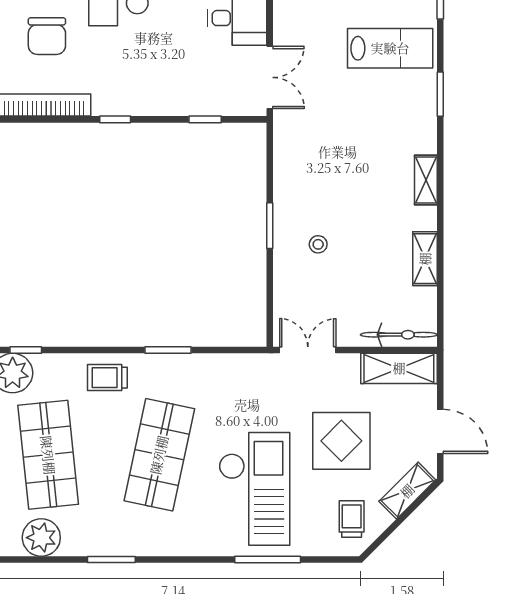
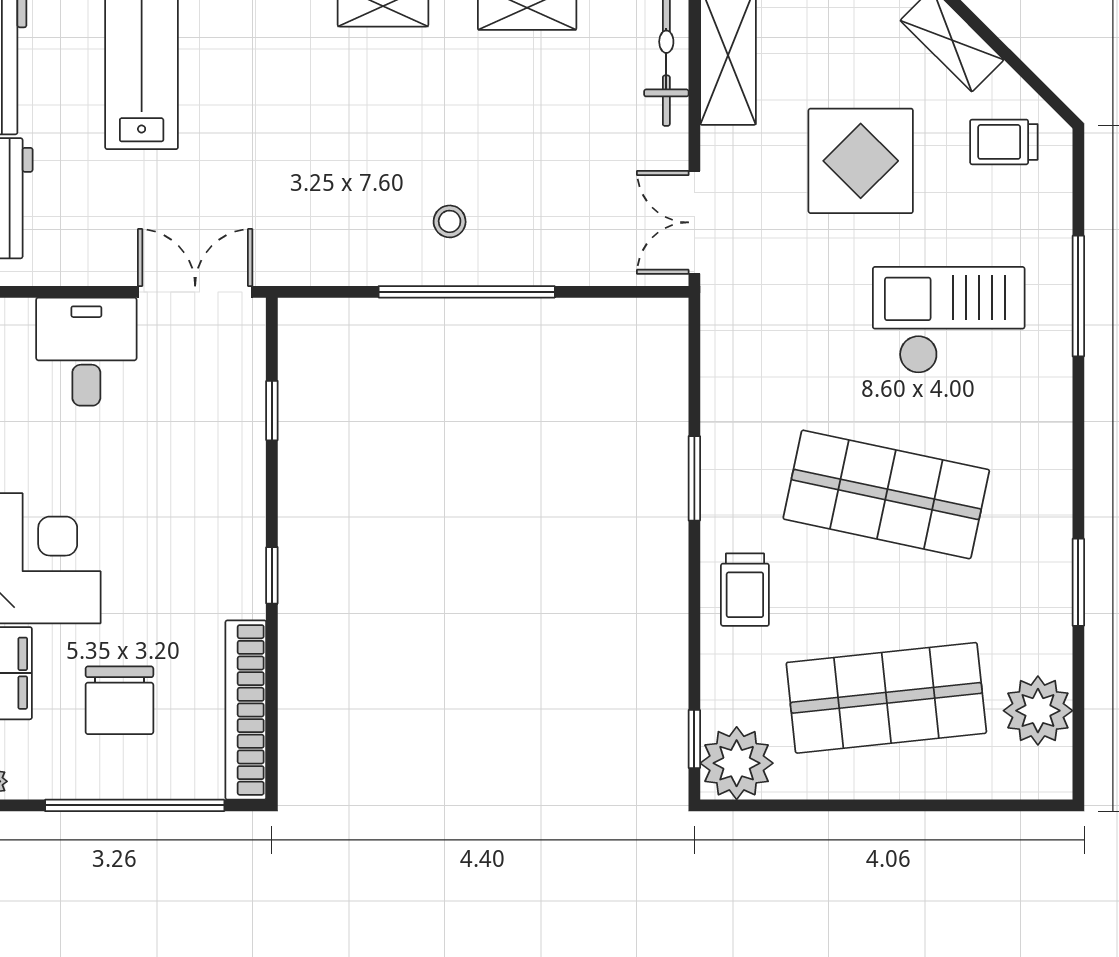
chair: (47, 36) -> (119, 700), turned 90
window: (270, 226) -> (467, 292), width x2.11
stool: (318, 244) -> (450, 221), moved
checkout: (254, 489) -> (949, 320), width x0.73, depth x0.83

